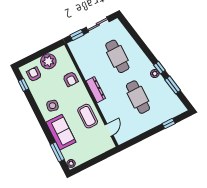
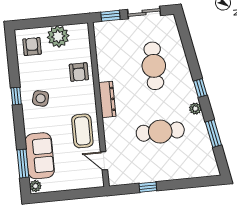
window: (159, 68) -> (200, 88), moved
window: (23, 85) -> (16, 96), moved
cafe table: (138, 97) -> (160, 132), turned 90
window: (169, 123) -> (148, 187), moved
door: (109, 130) -> (104, 161), swing flipped
sofa: (61, 132) -> (40, 156), moved

